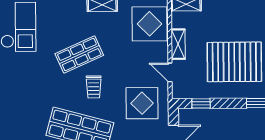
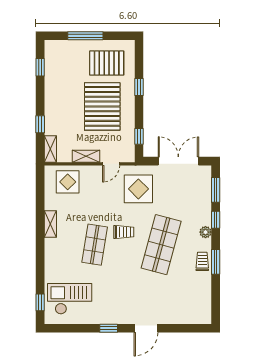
display table: (149, 24) -> (68, 182), width x0.73, depth x0.73
shop shelf: (79, 55) -> (95, 245), turned 33

